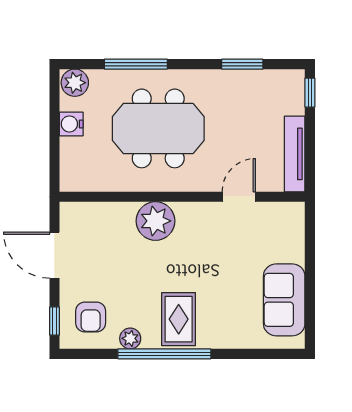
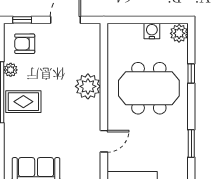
window: (136, 64) -> (191, 73), width x0.46
meeting table: (158, 128) -> (149, 88), turned 90
door: (239, 197) -> (104, 141), hinge flipped

